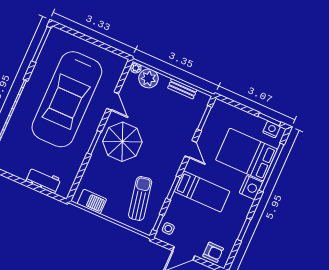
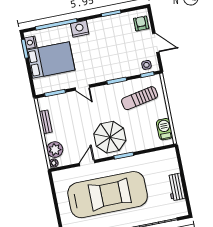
door: (191, 149) -> (82, 88), swing flipped
bed: (246, 154) -> (51, 60), moved, turned -90
workbench: (43, 180) -> (176, 187), moved
bed: (202, 191) -> (105, 60), removed

